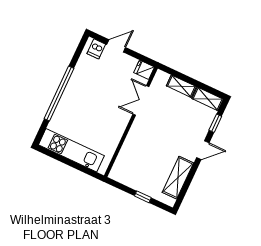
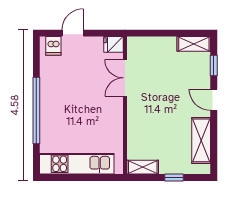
shelving: (181, 86) -> (143, 167), moved
door: (203, 150) -> (214, 100), swing flipped

